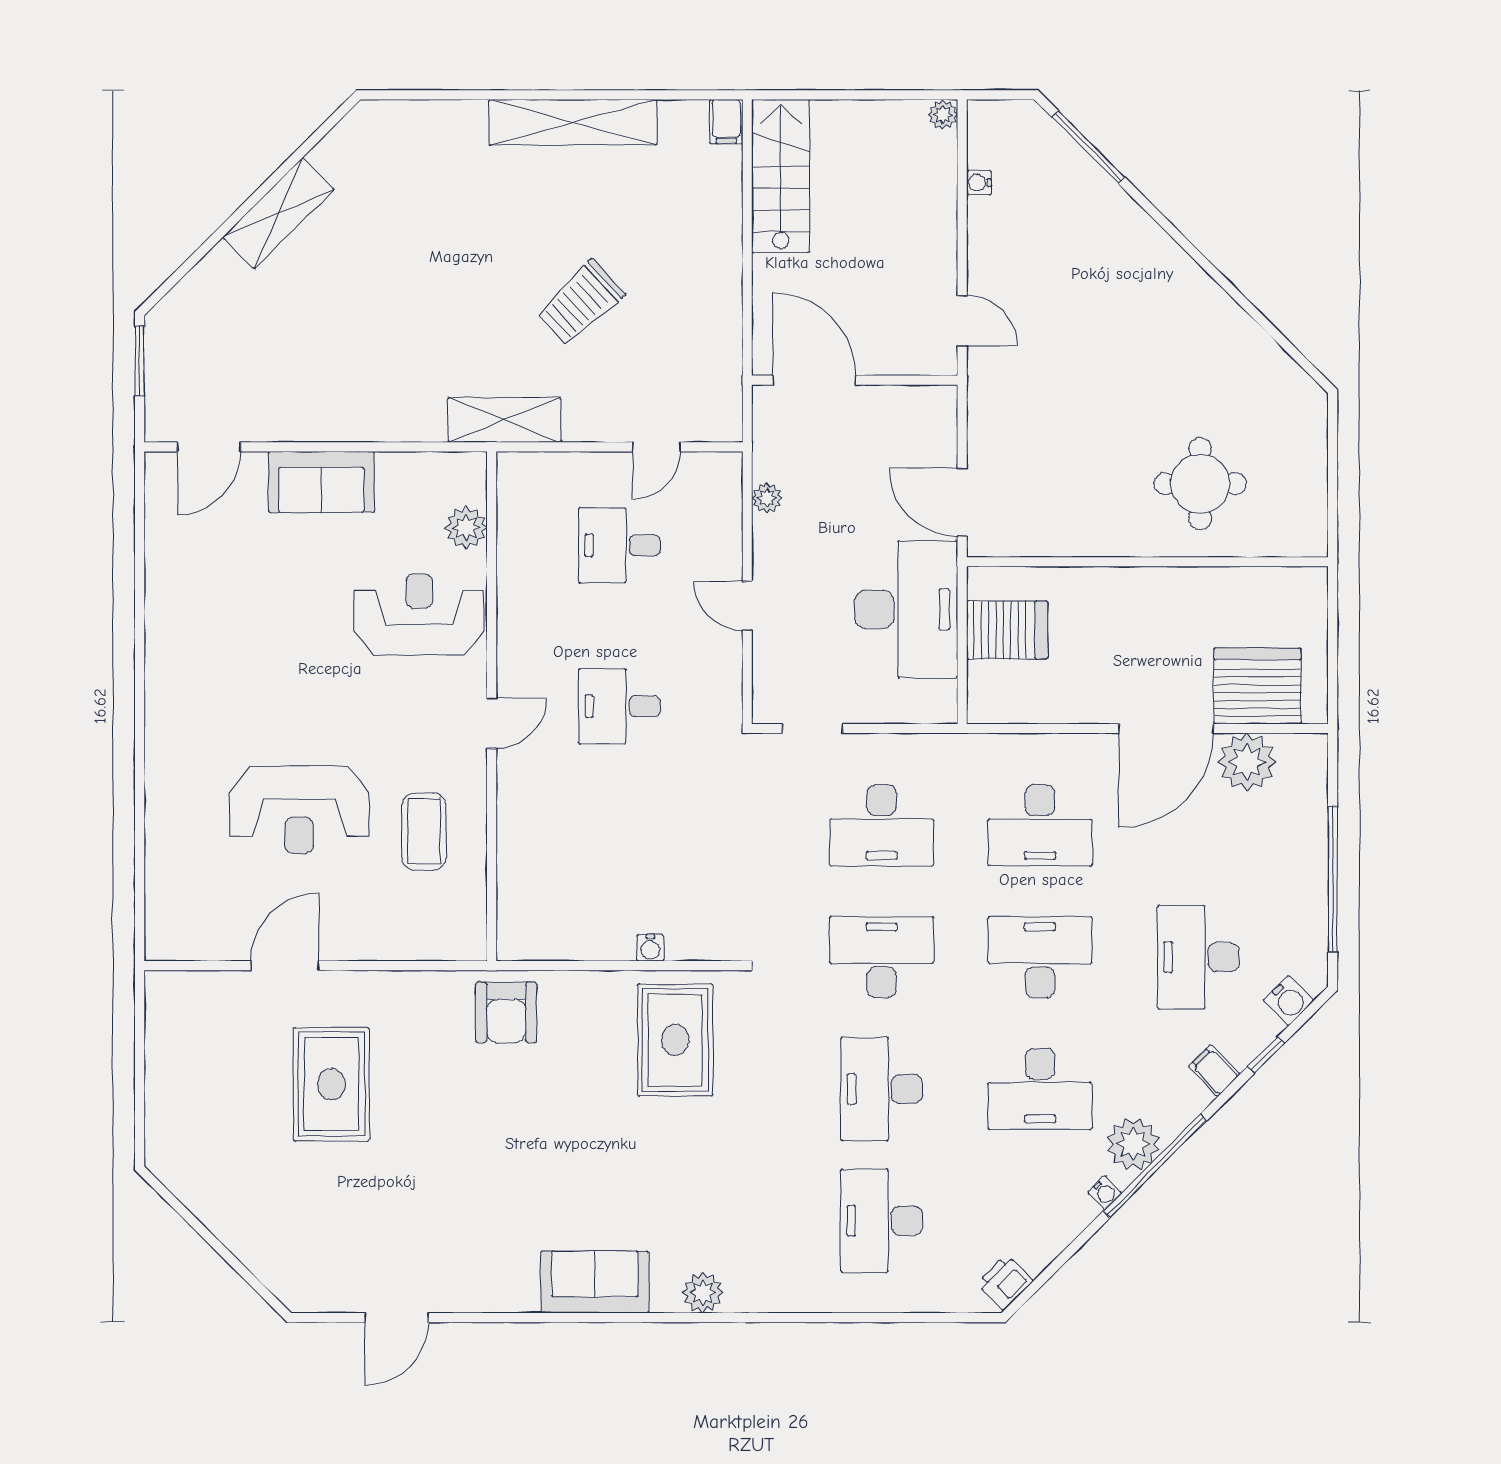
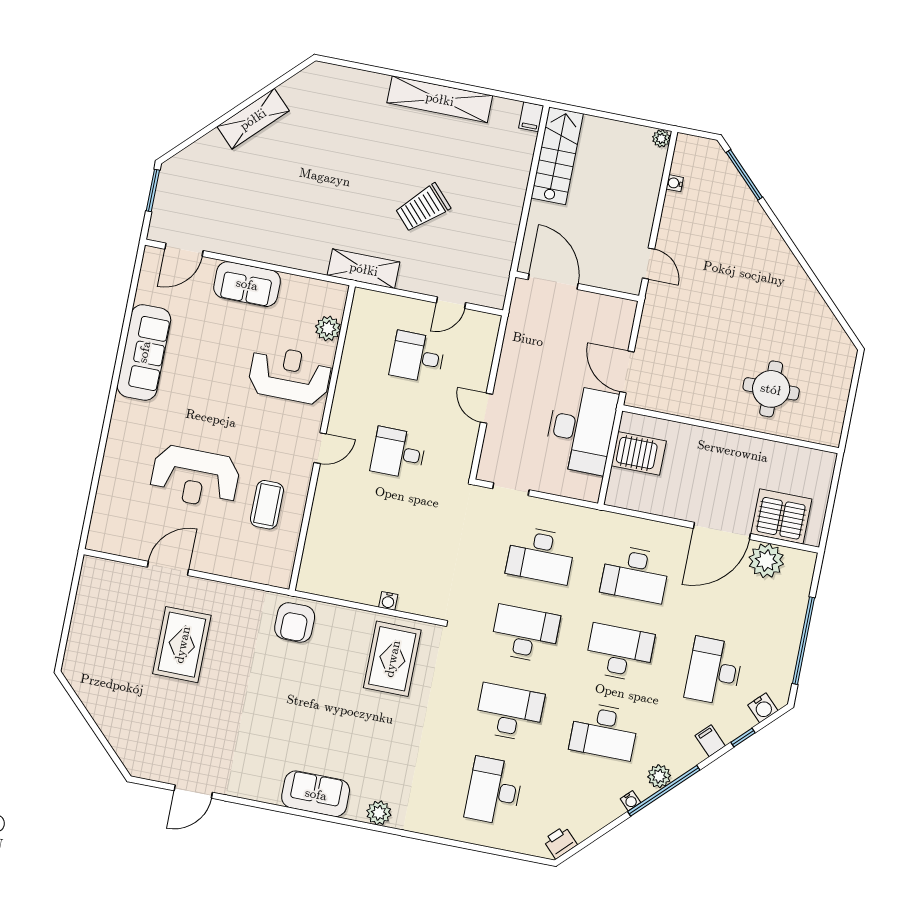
plant: (767, 498) -> (511, 346), removed
sofa: (177, 625) -> (144, 352), added
desk: (882, 1089) -> (510, 712), turned 90
plant: (1133, 1144) -> (659, 776), width x0.73, depth x0.73

